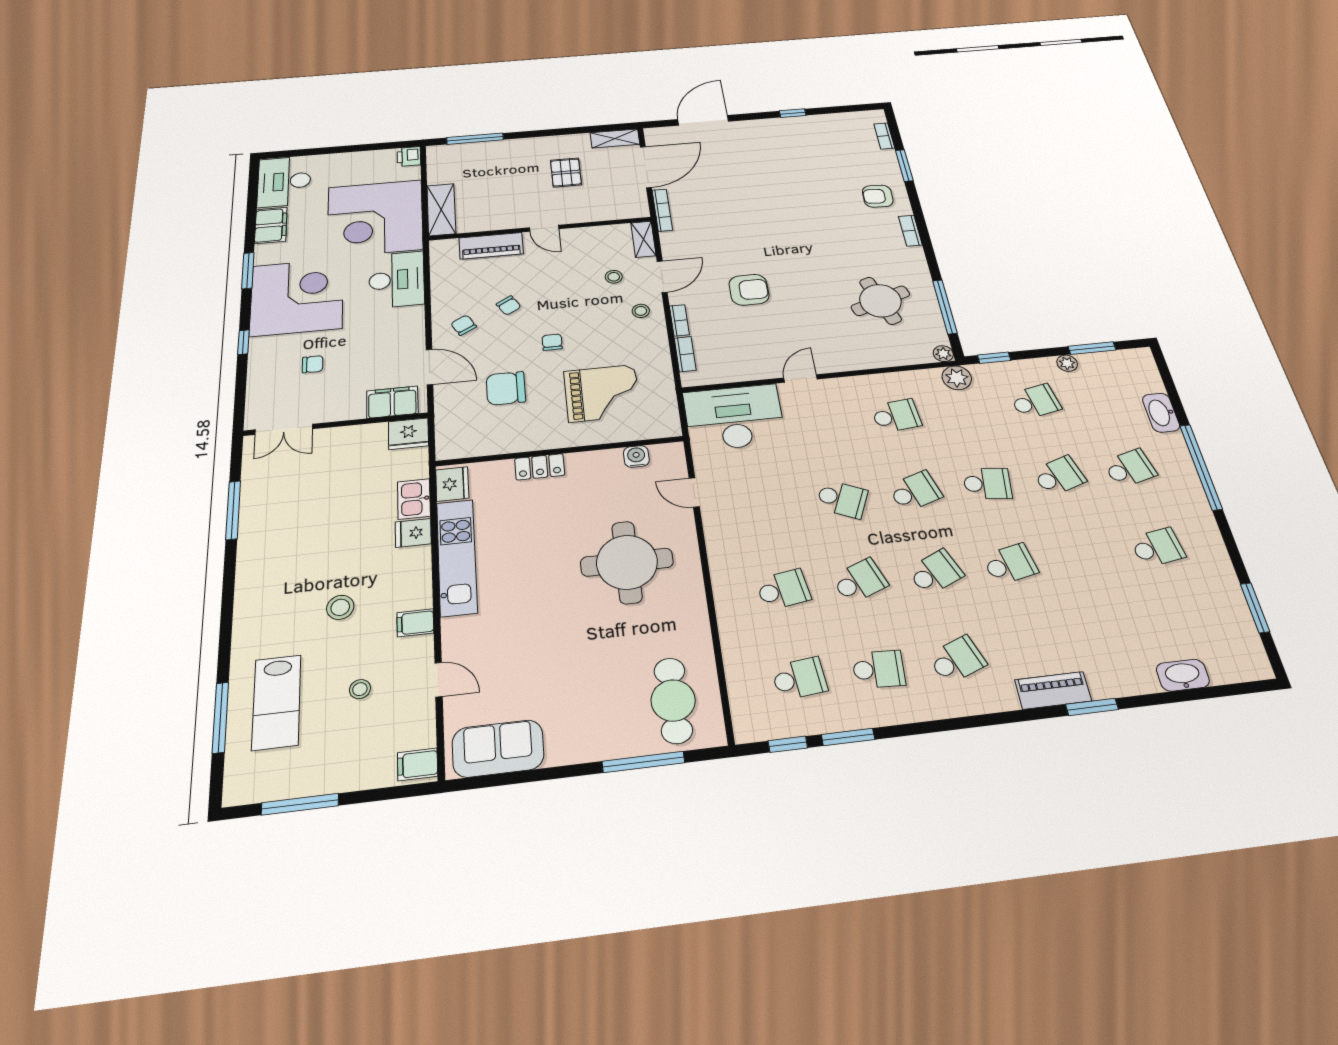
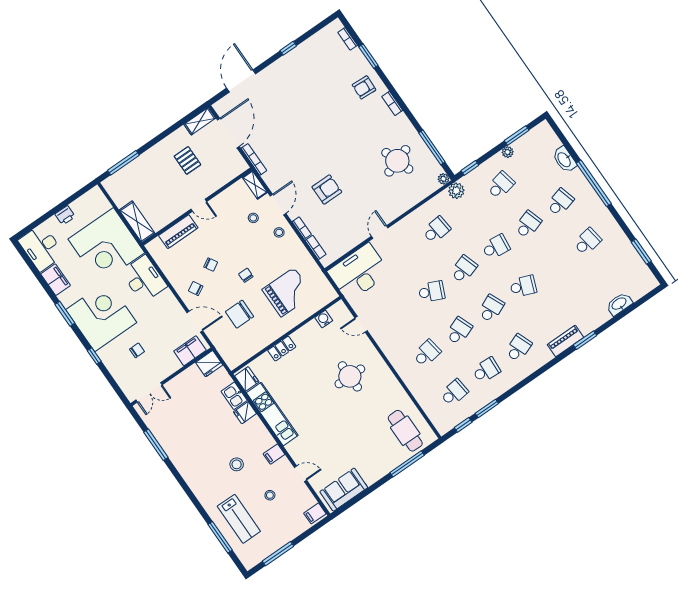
printer: (409, 157) -> (65, 215), moved, turned -90
round table: (627, 562) -> (350, 376), width x0.73, depth x0.73
school desk: (1010, 564) -> (523, 286), turned 33

